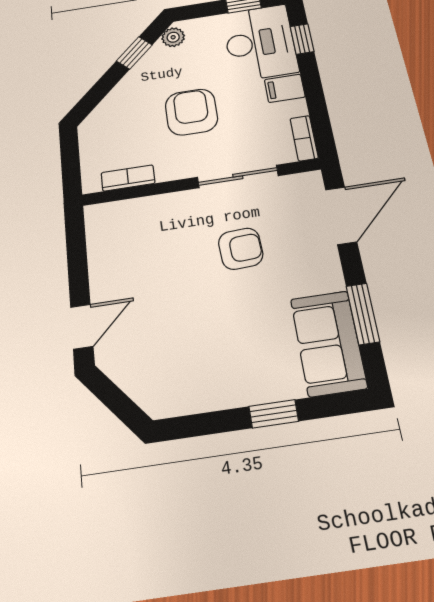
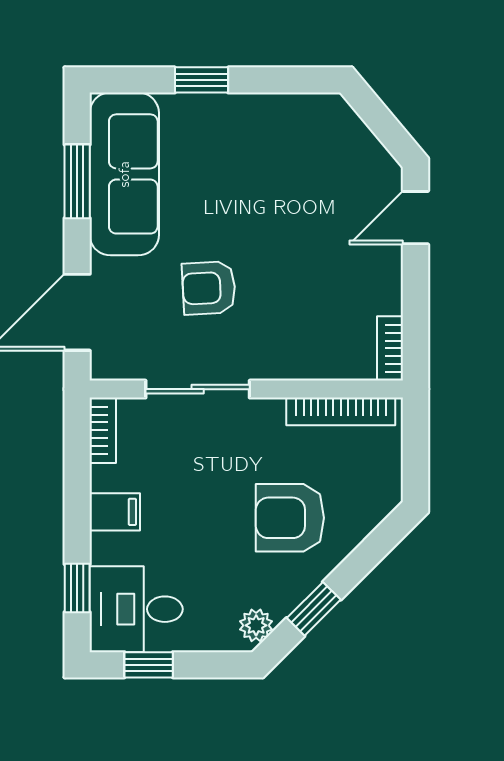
desk: (260, 43) -> (136, 609), width x0.73
armchair: (191, 112) -> (290, 518), moved, turned 90
bookcase: (128, 178) -> (341, 411), width x1.56
bookcase: (95, 227) -> (390, 348), added
sofa: (328, 343) -> (124, 174), width x1.36

